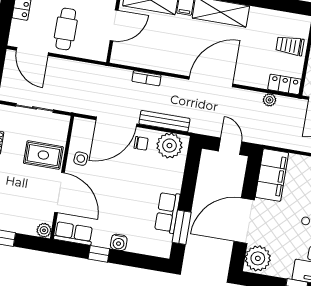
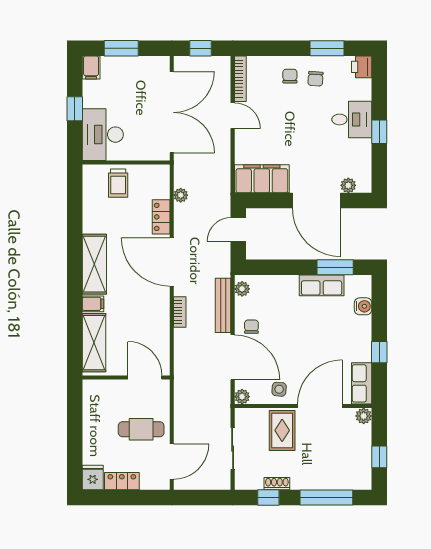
door: (114, 25) -> (145, 378), moved
bookcase: (146, 78) -> (180, 312), moved
locker: (285, 84) -> (161, 217), moved
plant: (80, 124) -> (242, 397), added
plant: (169, 146) -> (242, 289), width x0.53, depth x0.53
water cooler: (119, 242) -> (363, 306), moved
plant: (258, 258) -> (348, 185), width x0.53, depth x0.53

